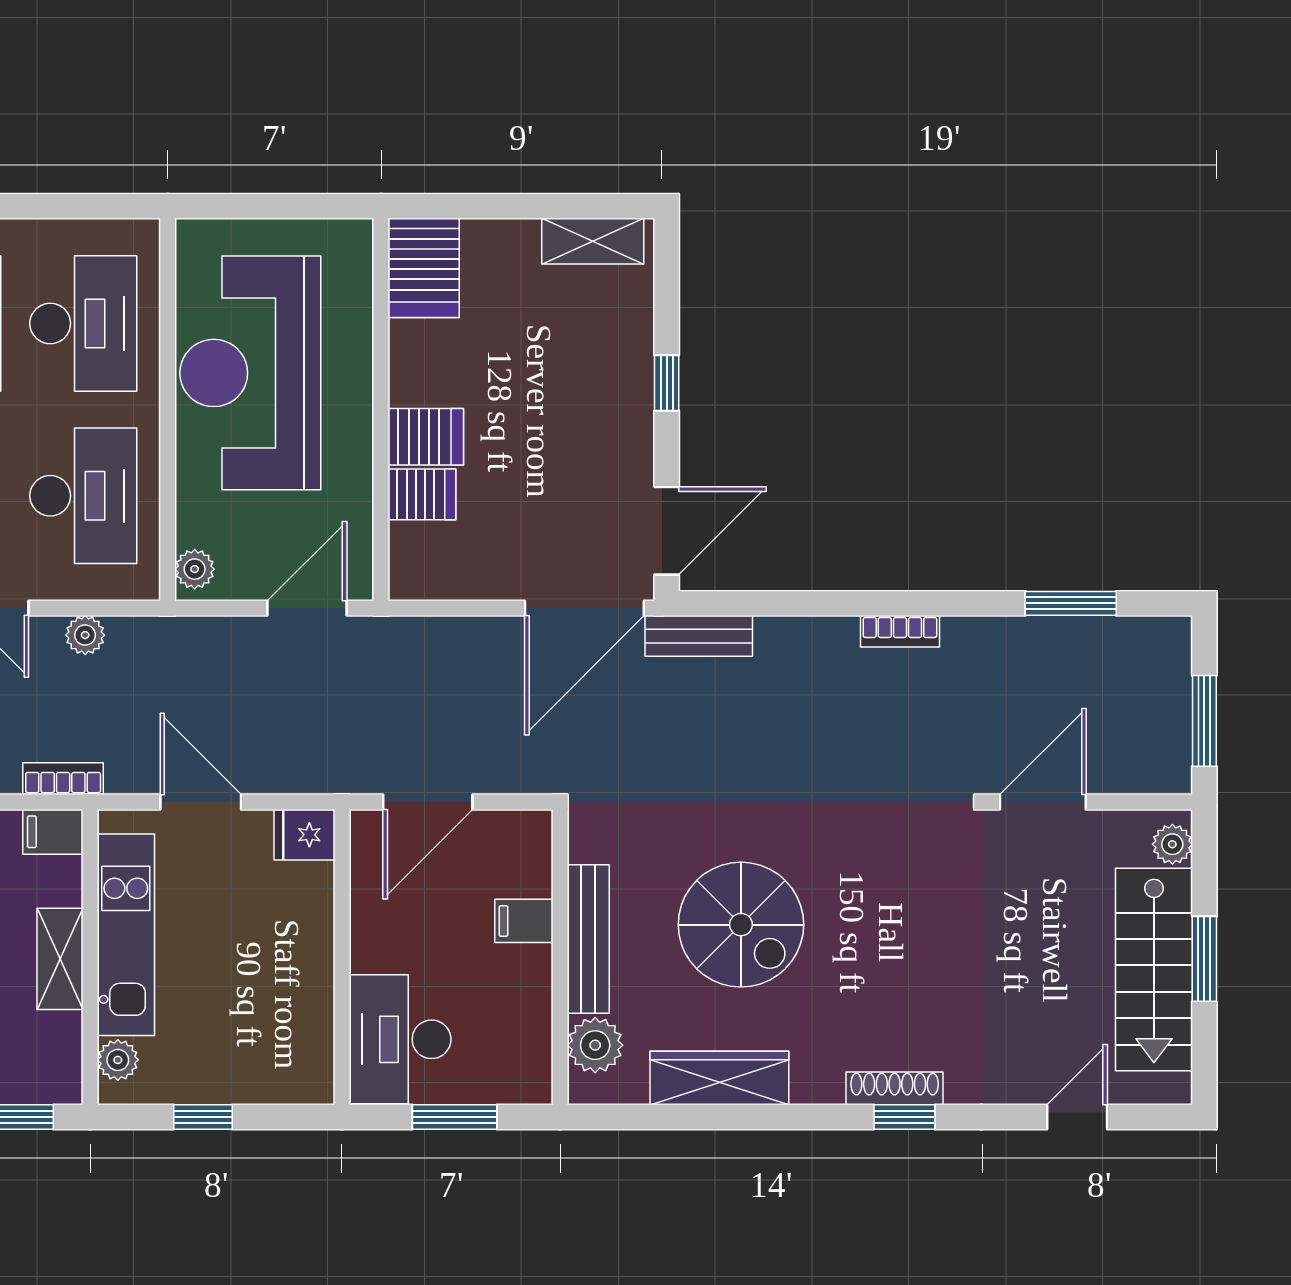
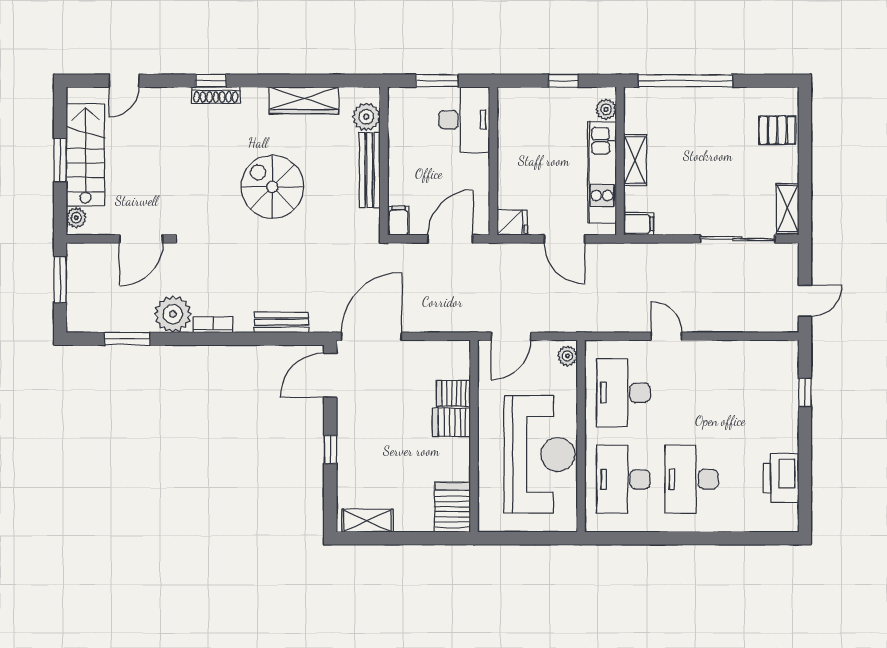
plant: (85, 635) -> (173, 314), moved, width x1.88, depth x1.88
bench: (699, 636) -> (281, 322), moved
bookcase: (63, 779) -> (634, 251), removed
filing cabinet: (524, 921) -> (398, 221), moved, turned -90
spiral stairs: (741, 925) -> (272, 187), moved

